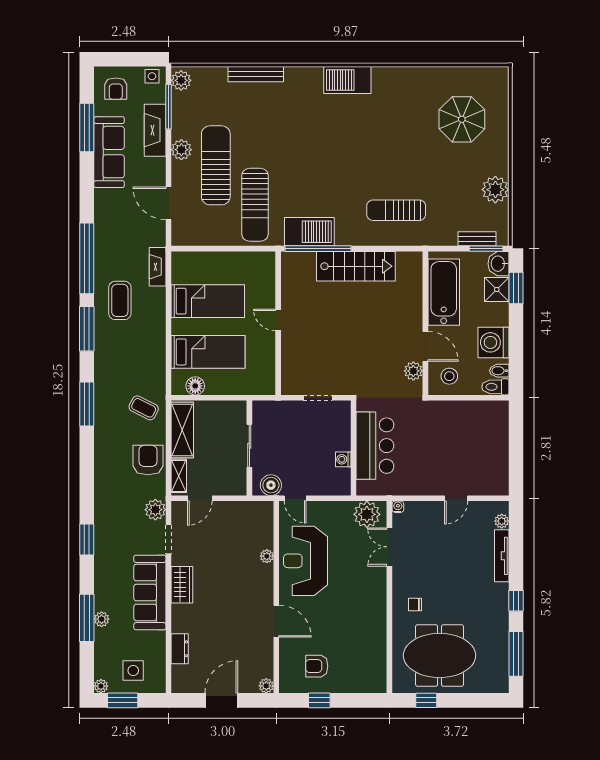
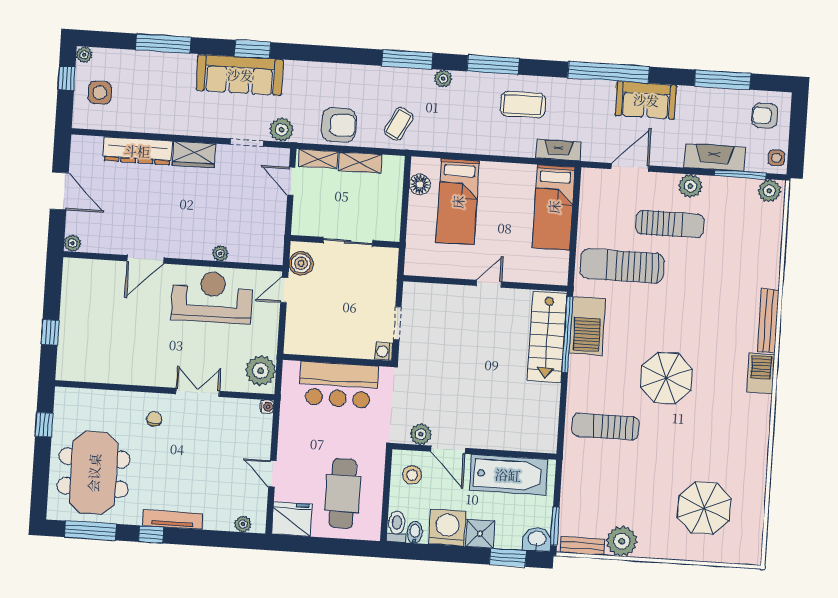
bench: (256, 74) -> (768, 321), moved
barbecue: (347, 80) -> (761, 373), width x0.73, depth x0.83
sofa: (109, 152) -> (646, 100), moved, width x0.73
parasol: (350, 160) -> (666, 378), added
sun lounger: (216, 165) -> (670, 224), width x0.73, depth x0.75
sun lounger: (396, 210) -> (605, 427), turned -90
bench: (477, 239) -> (583, 546), moved, turned 90
window: (87, 258) -> (608, 72), moved
stairs: (356, 266) -> (547, 337), moved
shower: (497, 289) -> (480, 534), moved
bed: (208, 301) -> (554, 207), moved
door: (425, 346) -> (448, 450), hinge flipped
shelving: (182, 430) -> (360, 163), width x0.67, depth x0.75
cafe table: (469, 436) -> (343, 493), added
washing machine: (343, 459) -> (384, 352), moved, turned -90
fridge: (495, 479) -> (292, 519), added
double door: (389, 547) -> (198, 392), moved
tv unit: (502, 556) -> (173, 520), moved
sofa: (150, 593) -> (240, 75), moved, turned 180
plant: (102, 619) -> (443, 79), moved
dresser: (180, 649) -> (137, 151), width x1.96, depth x1.24
meeting table: (440, 655) -> (94, 473), moved
armchair: (317, 666) -> (91, 302), removed
window: (123, 700) -> (66, 78), width x0.67
window: (319, 700) -> (50, 332), moved

